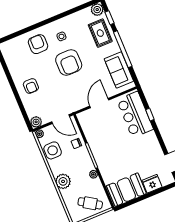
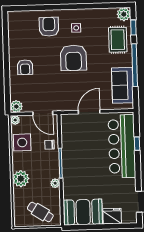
bar counter: (135, 115) -> (122, 146), width x1.36

